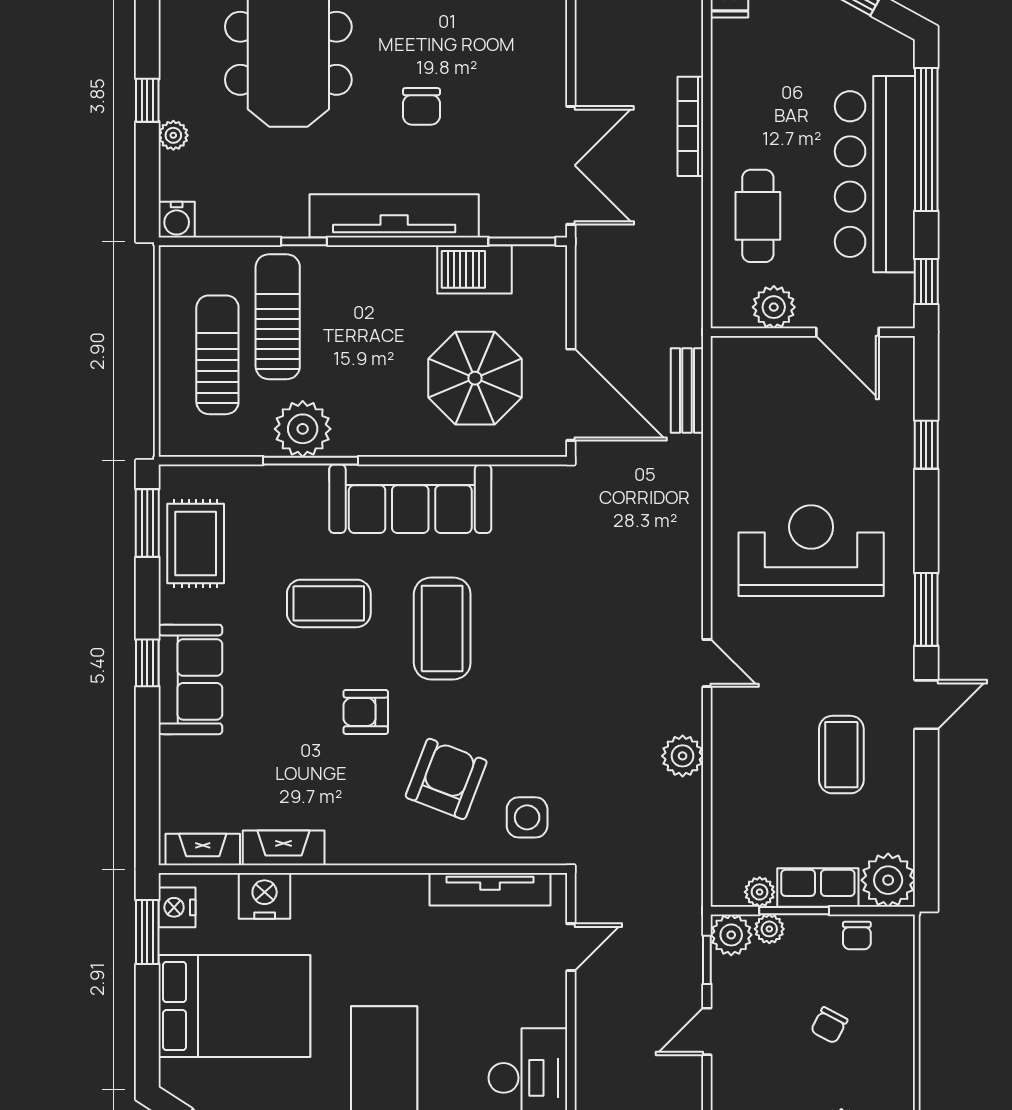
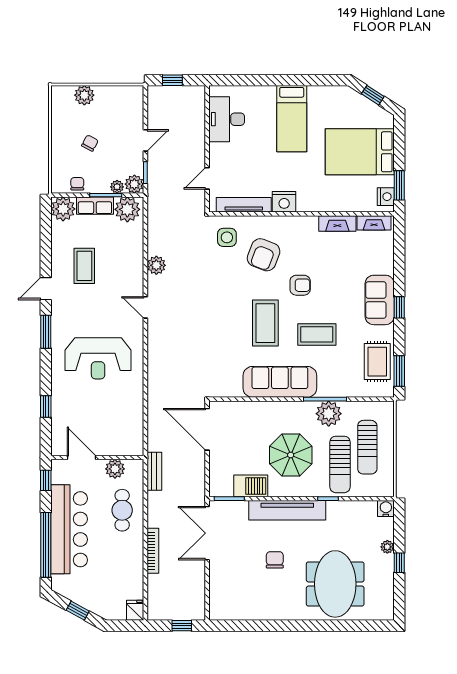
parasol: (475, 378) -> (291, 455), moved
bench: (687, 390) -> (154, 471), moved
plant: (760, 892) -> (127, 209), width x1.88, depth x1.88
nightstand: (265, 896) -> (284, 202), moved

